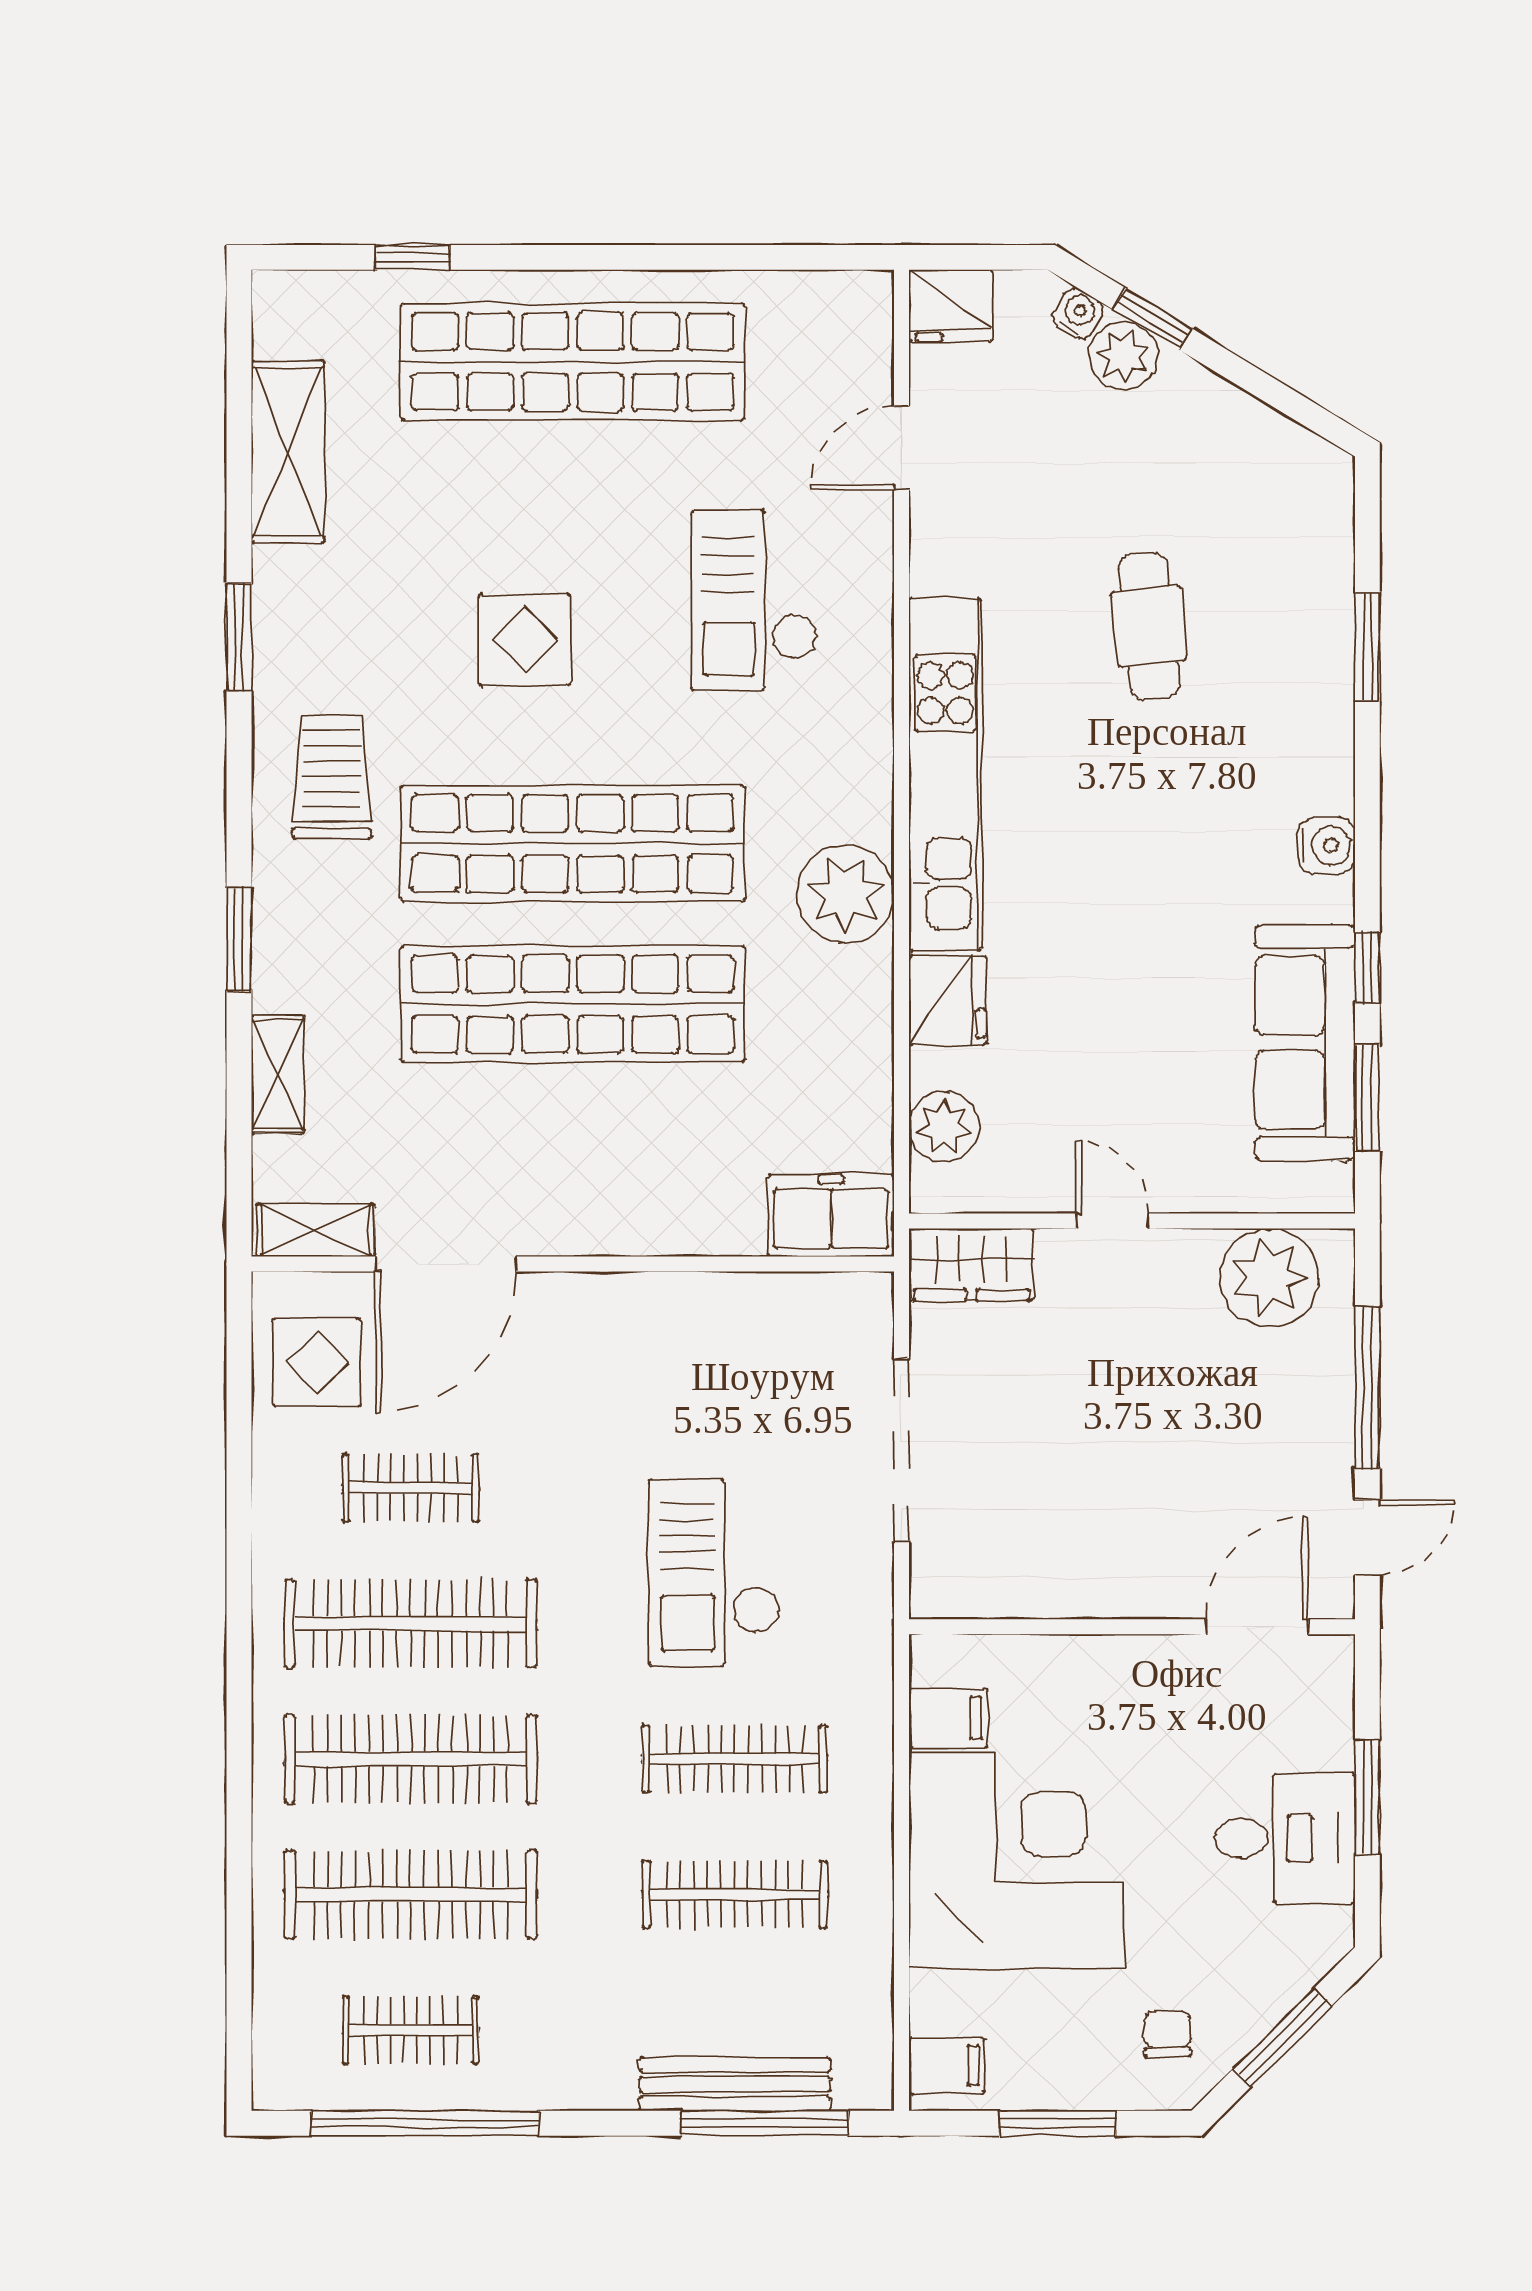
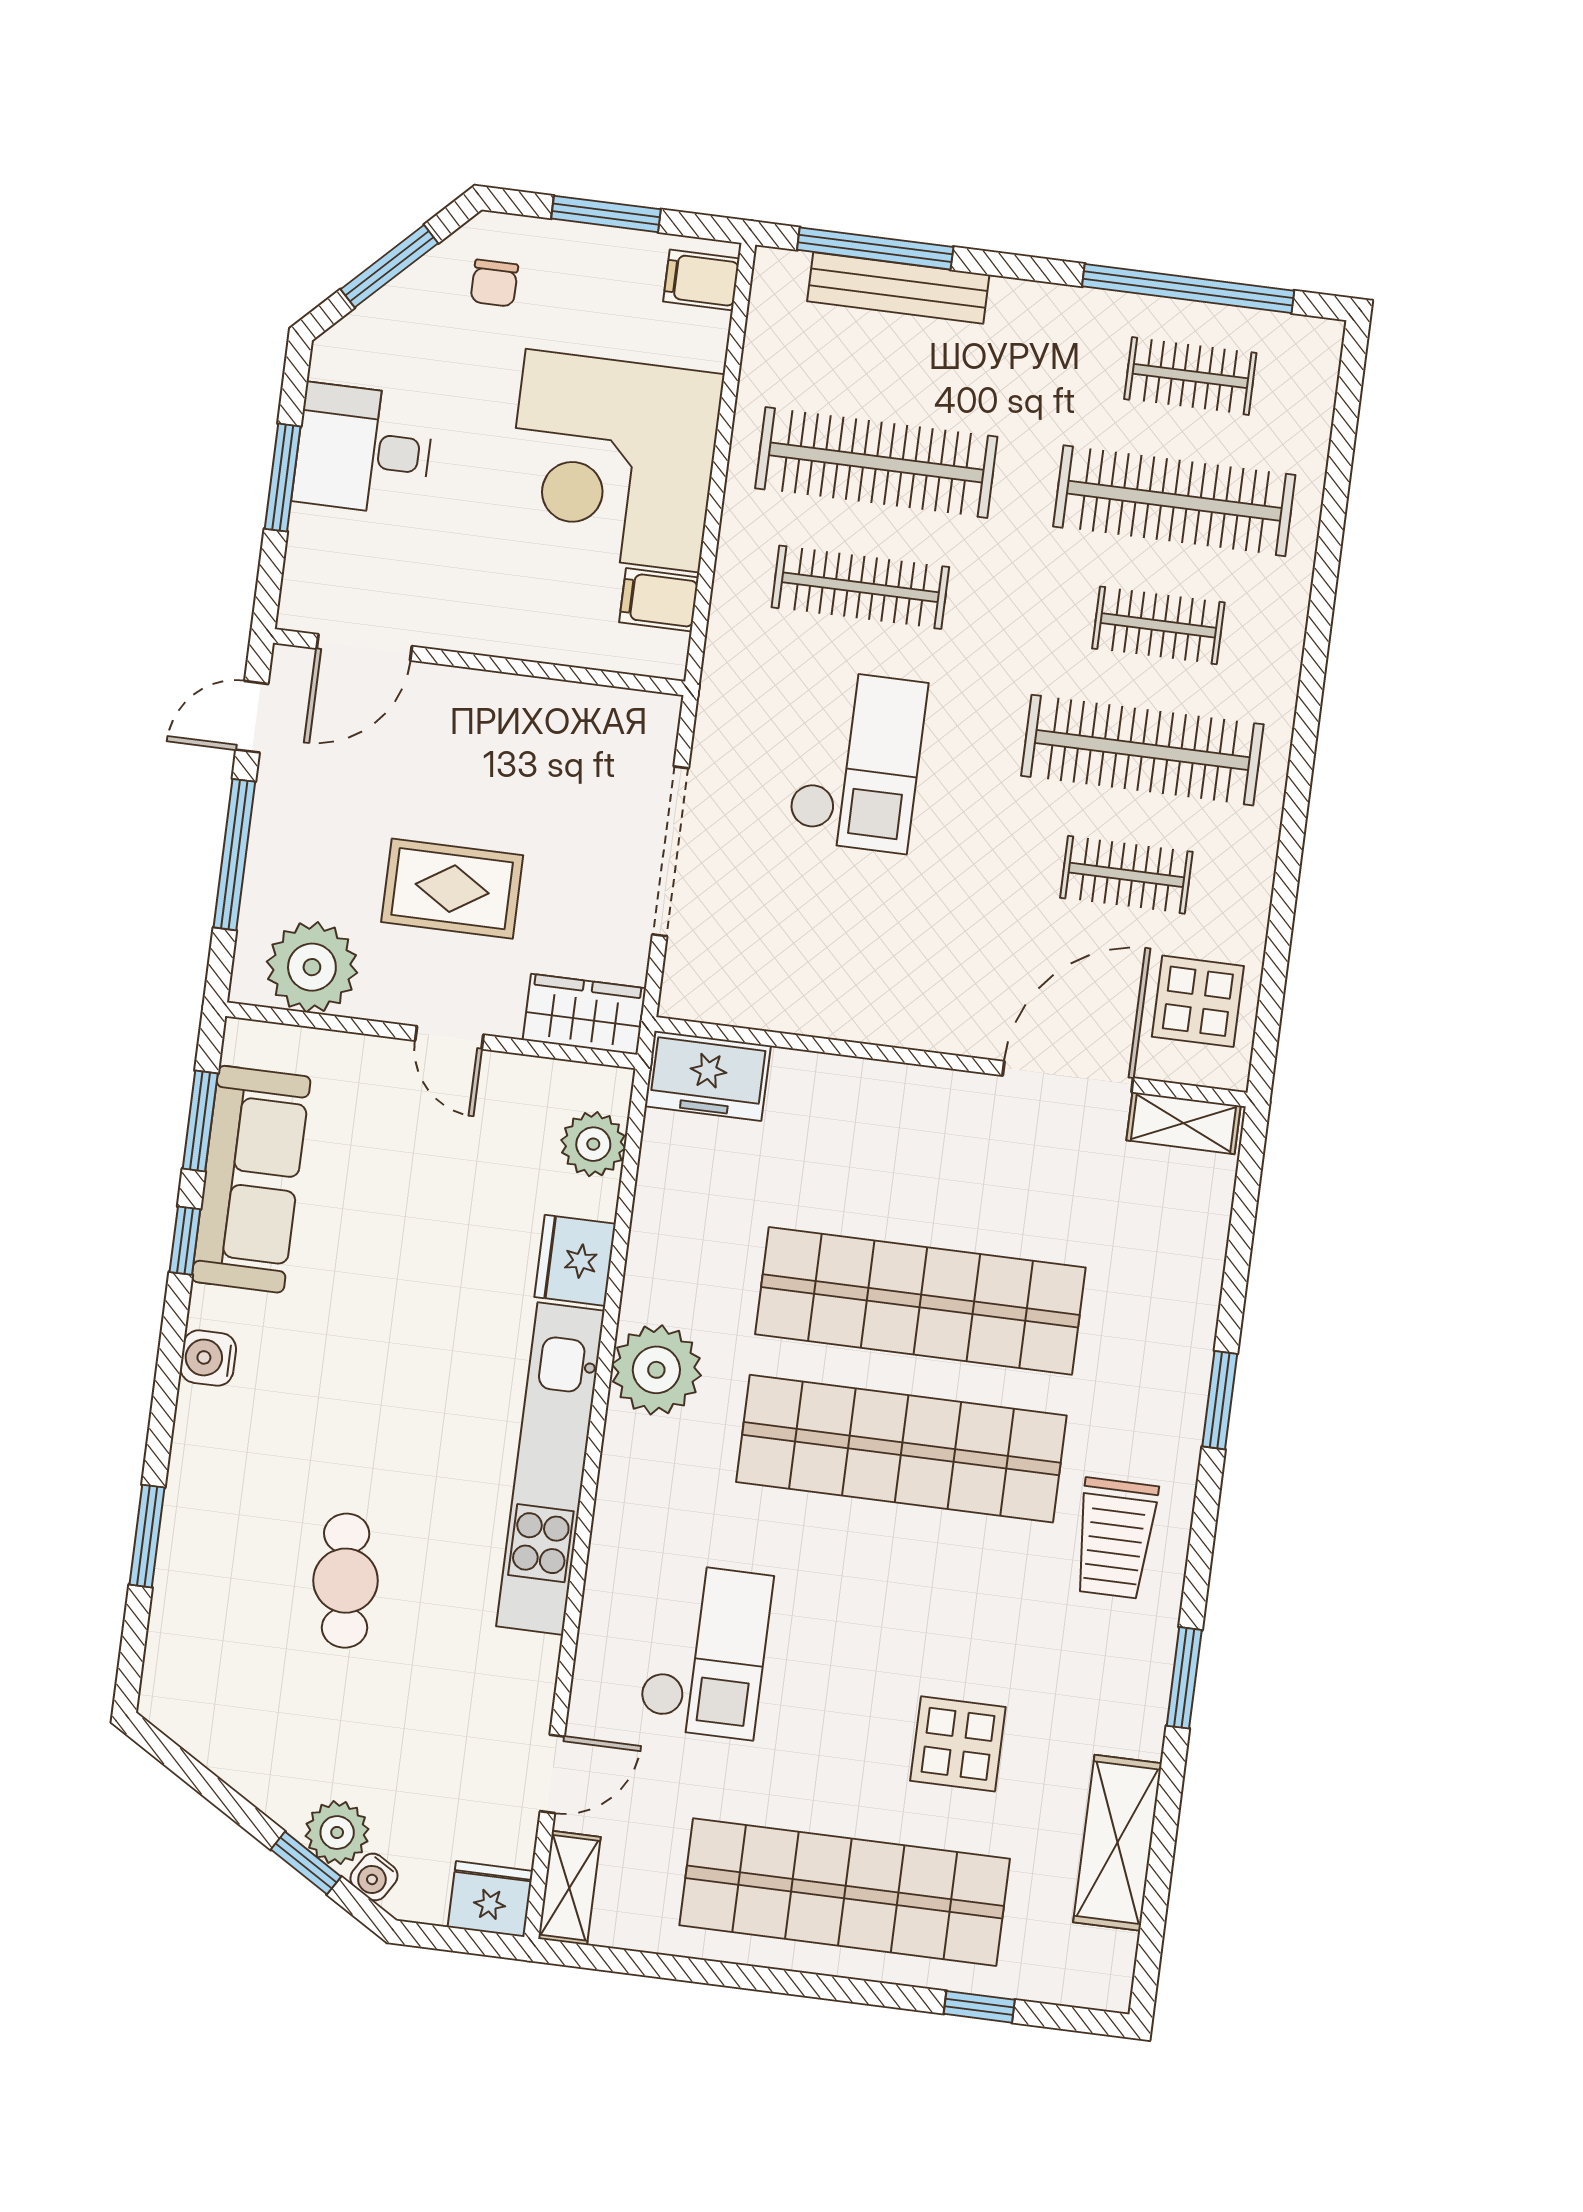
display table: (525, 640) -> (958, 1744), moved
shelving: (278, 1074) -> (569, 1888), moved
rug: (1130, 1381) -> (452, 889), added
clothes rail: (411, 1759) -> (1158, 625), width x0.54, depth x0.76
clothes rail: (735, 1894) -> (876, 463), width x1.37, depth x1.31

